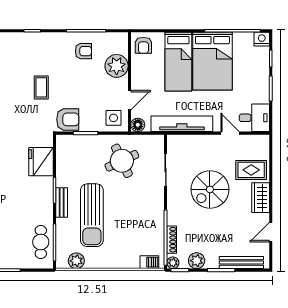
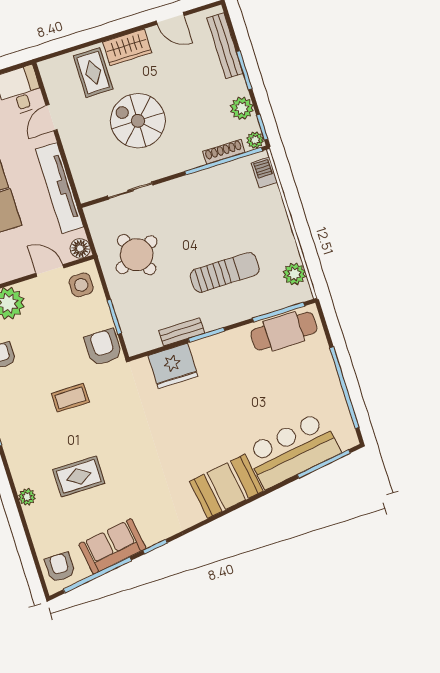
spiral stairs: (210, 189) -> (138, 121), turned 180
bench: (62, 203) -> (182, 332), moved
sun lounger: (92, 215) -> (225, 272), width x0.73, depth x0.75
cafe table: (41, 242) -> (284, 331), width x1.37, depth x1.35

